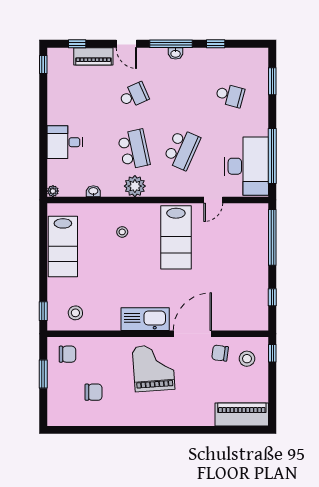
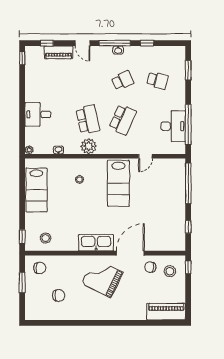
school desk: (134, 95) -> (123, 80), moved
desk: (247, 166) -> (173, 126), width x0.73, depth x0.77
grand piano: (154, 368) -> (102, 278), turned -60

